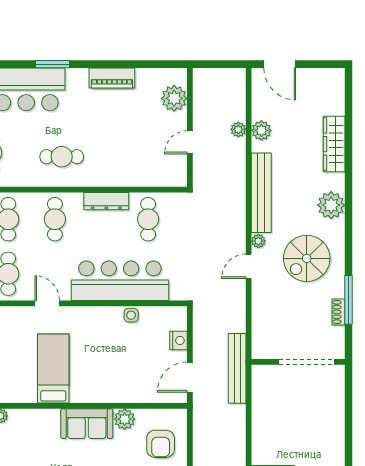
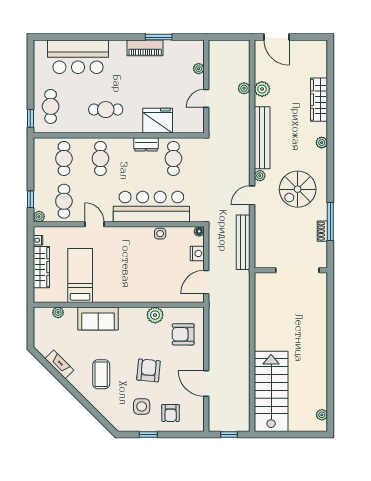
window: (52, 64) -> (159, 37), moved
plant: (174, 98) -> (199, 69), width x0.53, depth x0.53
fridge: (128, 171) -> (158, 121), added
dresser: (106, 201) -> (146, 144), width x0.70
plant: (331, 205) -> (322, 143), width x0.53, depth x0.53
floor lamp: (181, 312) -> (199, 231), added
bench: (237, 368) -> (243, 242), moved
bed: (53, 369) -> (80, 275), moved
sofa: (87, 424) -> (98, 319), moved
armchair: (161, 444) -> (183, 334), turned 90

